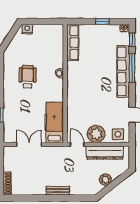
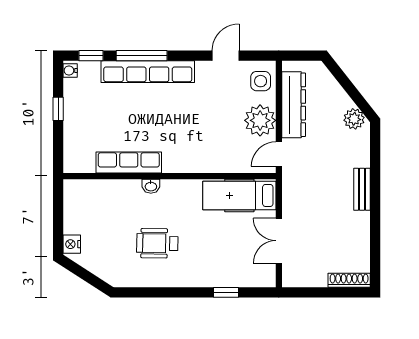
row of seats: (73, 43) -> (129, 162), moved
plant: (105, 180) -> (354, 119), moved

